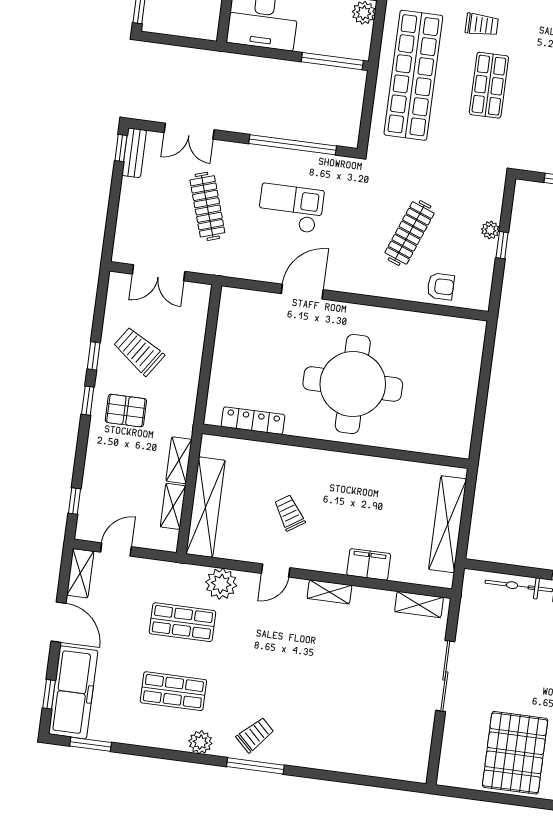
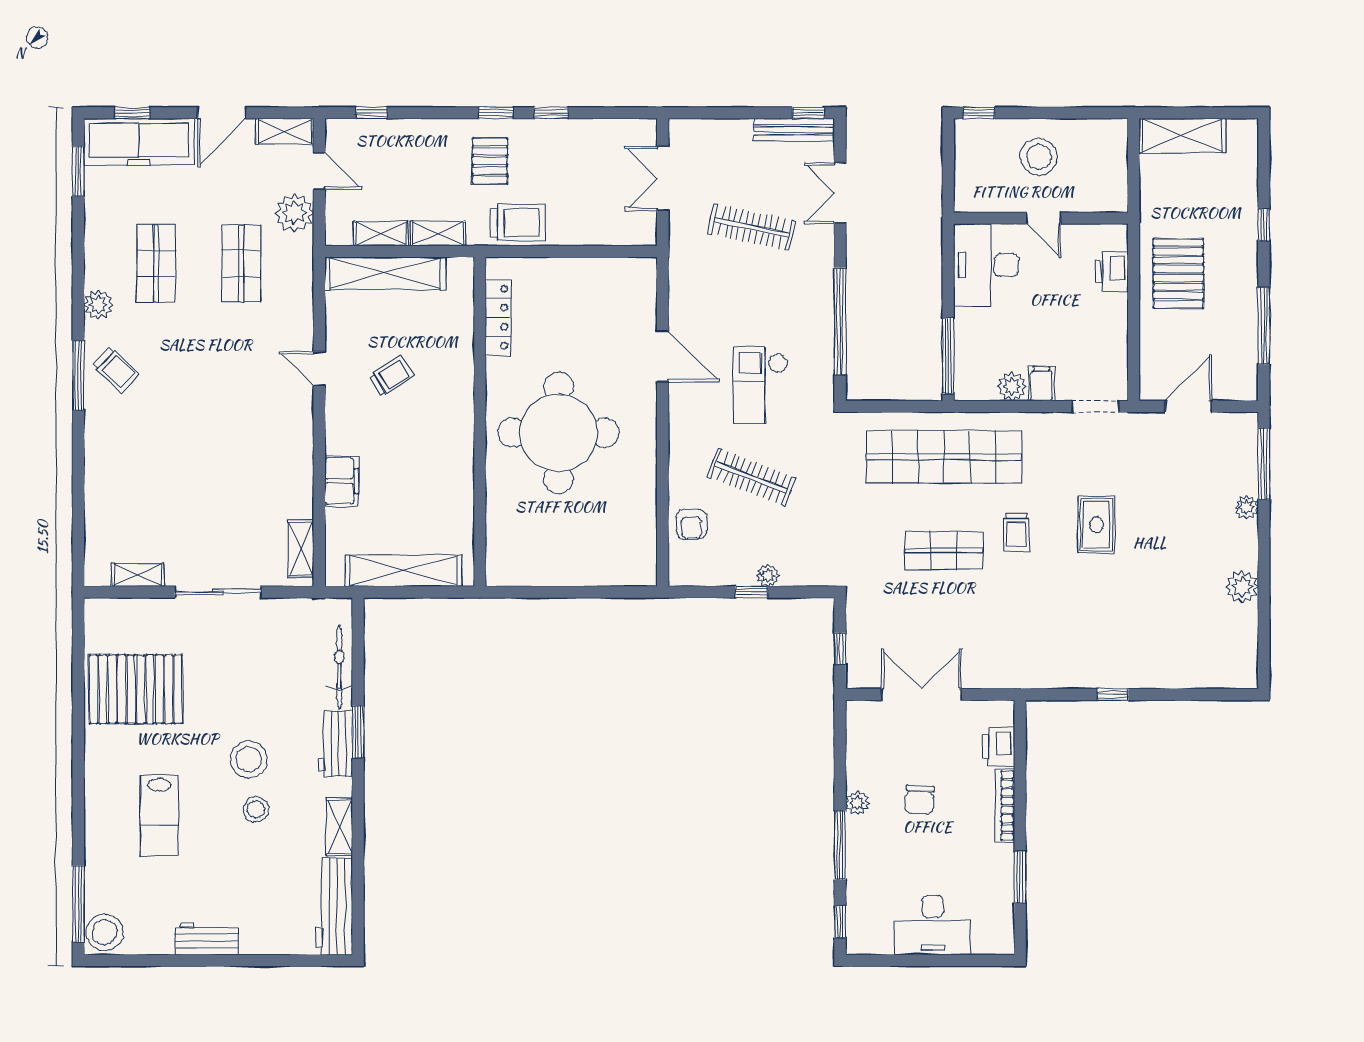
bench: (134, 153) -> (794, 130), width x1.36
clothes rail: (207, 206) -> (751, 227), turned 30
checkout: (291, 208) -> (761, 385), moved, turned 180
trolley: (139, 351) -> (518, 223), moved, turned 56
plant: (221, 584) -> (294, 213), moved
shelving: (329, 592) -> (138, 575), moved, turned 90

